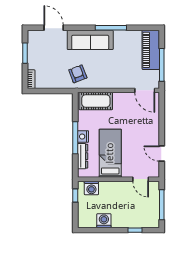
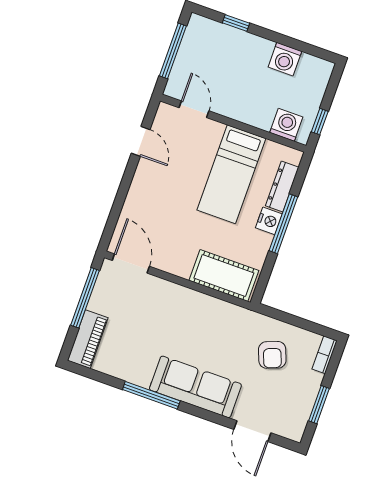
piano: (151, 50) -> (88, 339), width x0.73, depth x0.75
armchair: (78, 74) -> (272, 355), moved

